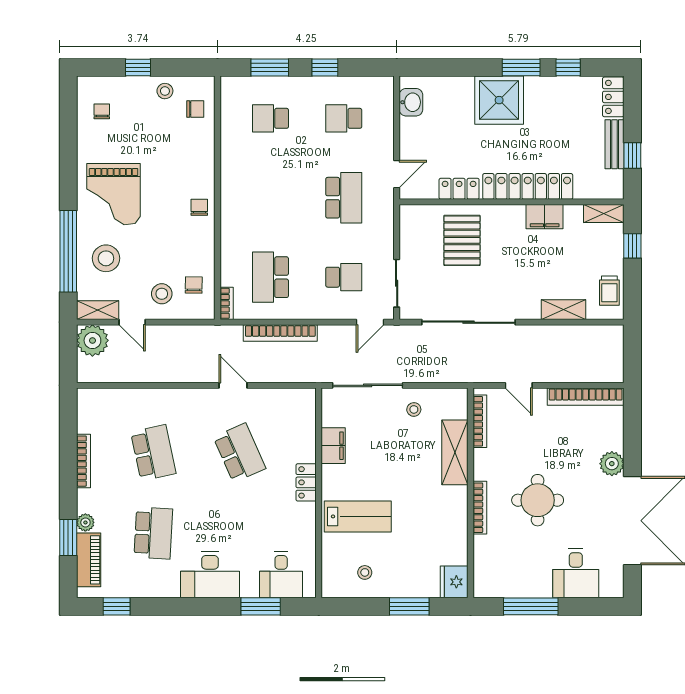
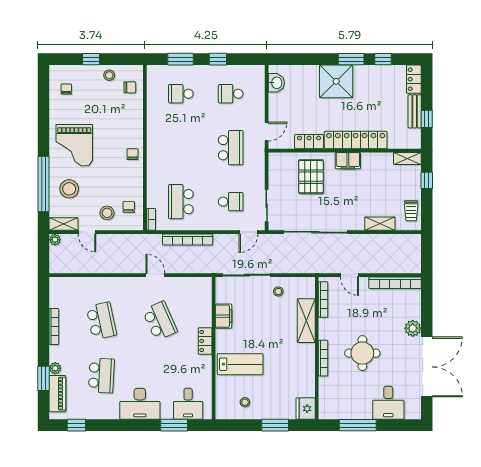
filing cabinet: (545, 217) -> (348, 161), moved
plant: (92, 340) -> (55, 240), width x0.53, depth x0.53

